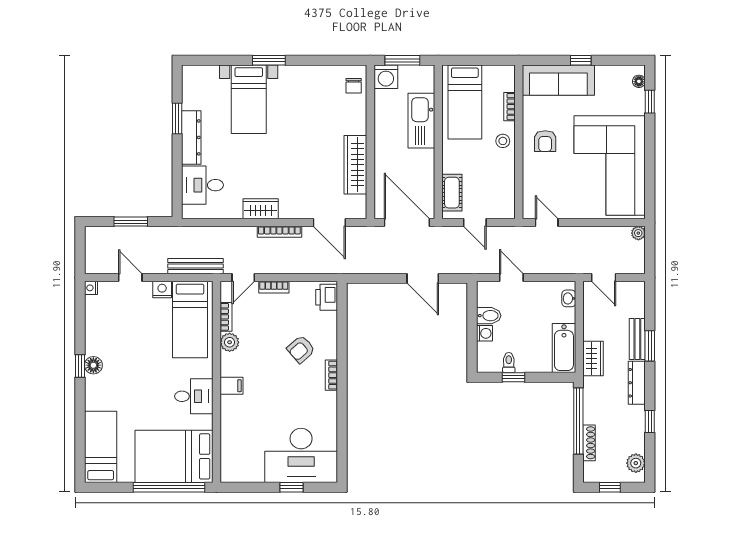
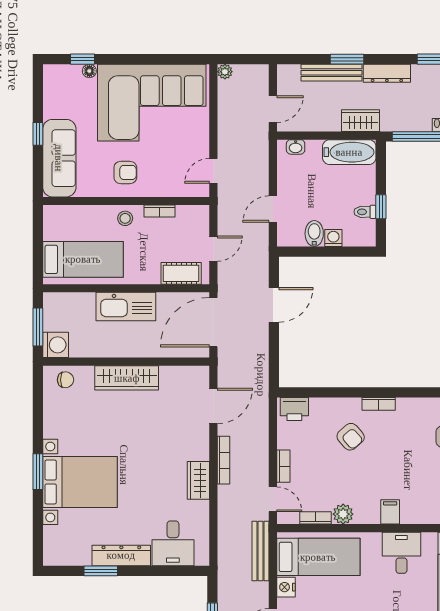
floor lamp: (639, 81) -> (89, 71), moved
bed with nightstands: (249, 99) -> (80, 482), width x1.36
bookcase: (509, 107) -> (160, 211), moved
kitchen sink: (421, 121) -> (126, 307), moved
wardrobe: (355, 165) -> (127, 378), moved
bench: (637, 339) -> (331, 73), width x1.36

